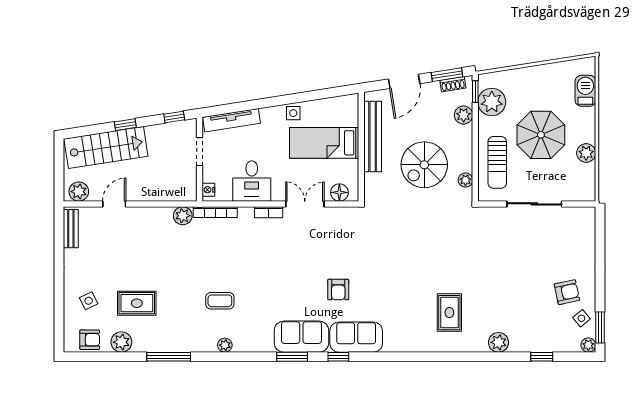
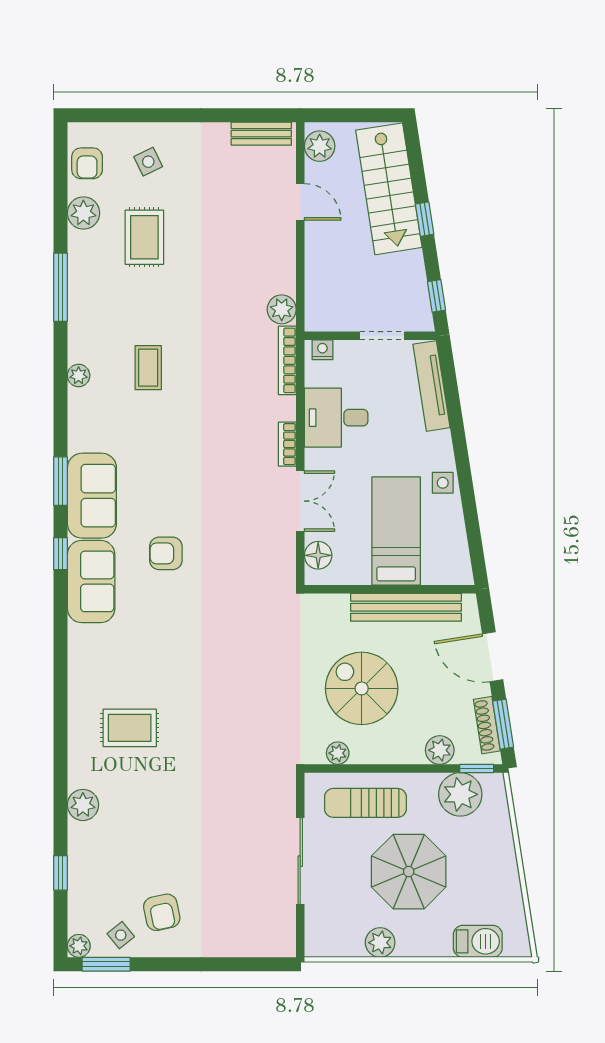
shoe rack: (453, 84) -> (487, 725), width x1.43

